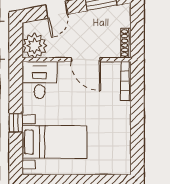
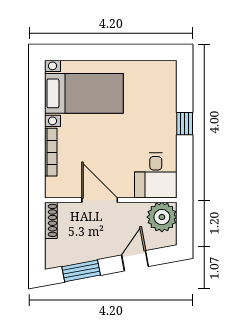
bookcase: (126, 81) -> (51, 152), moved
bed with nightstands: (54, 142) -> (84, 93), moved, turned 180

